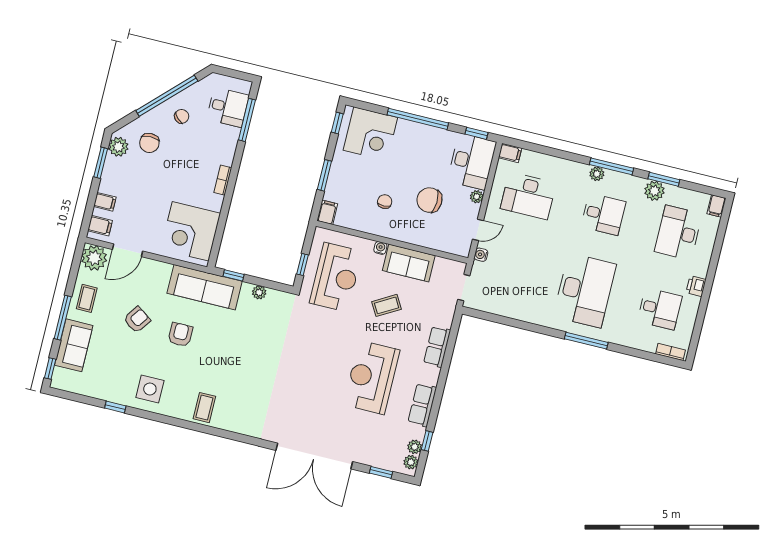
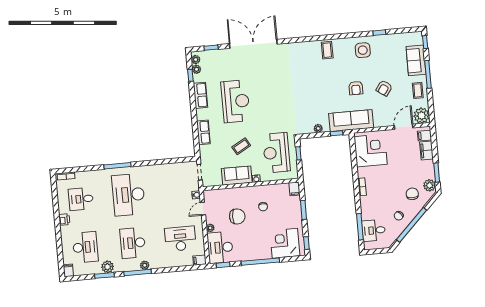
filing cabinet: (105, 202) -> (427, 150), width x2.00
desk: (603, 214) -> (133, 243), width x1.37

